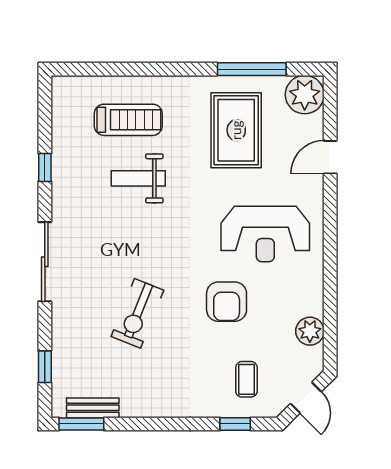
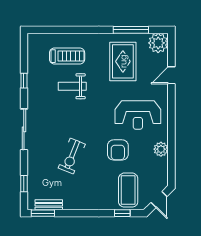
plant: (310, 331) -> (161, 149), moved
coffee table: (246, 379) -> (128, 190), width x1.86, depth x1.72

